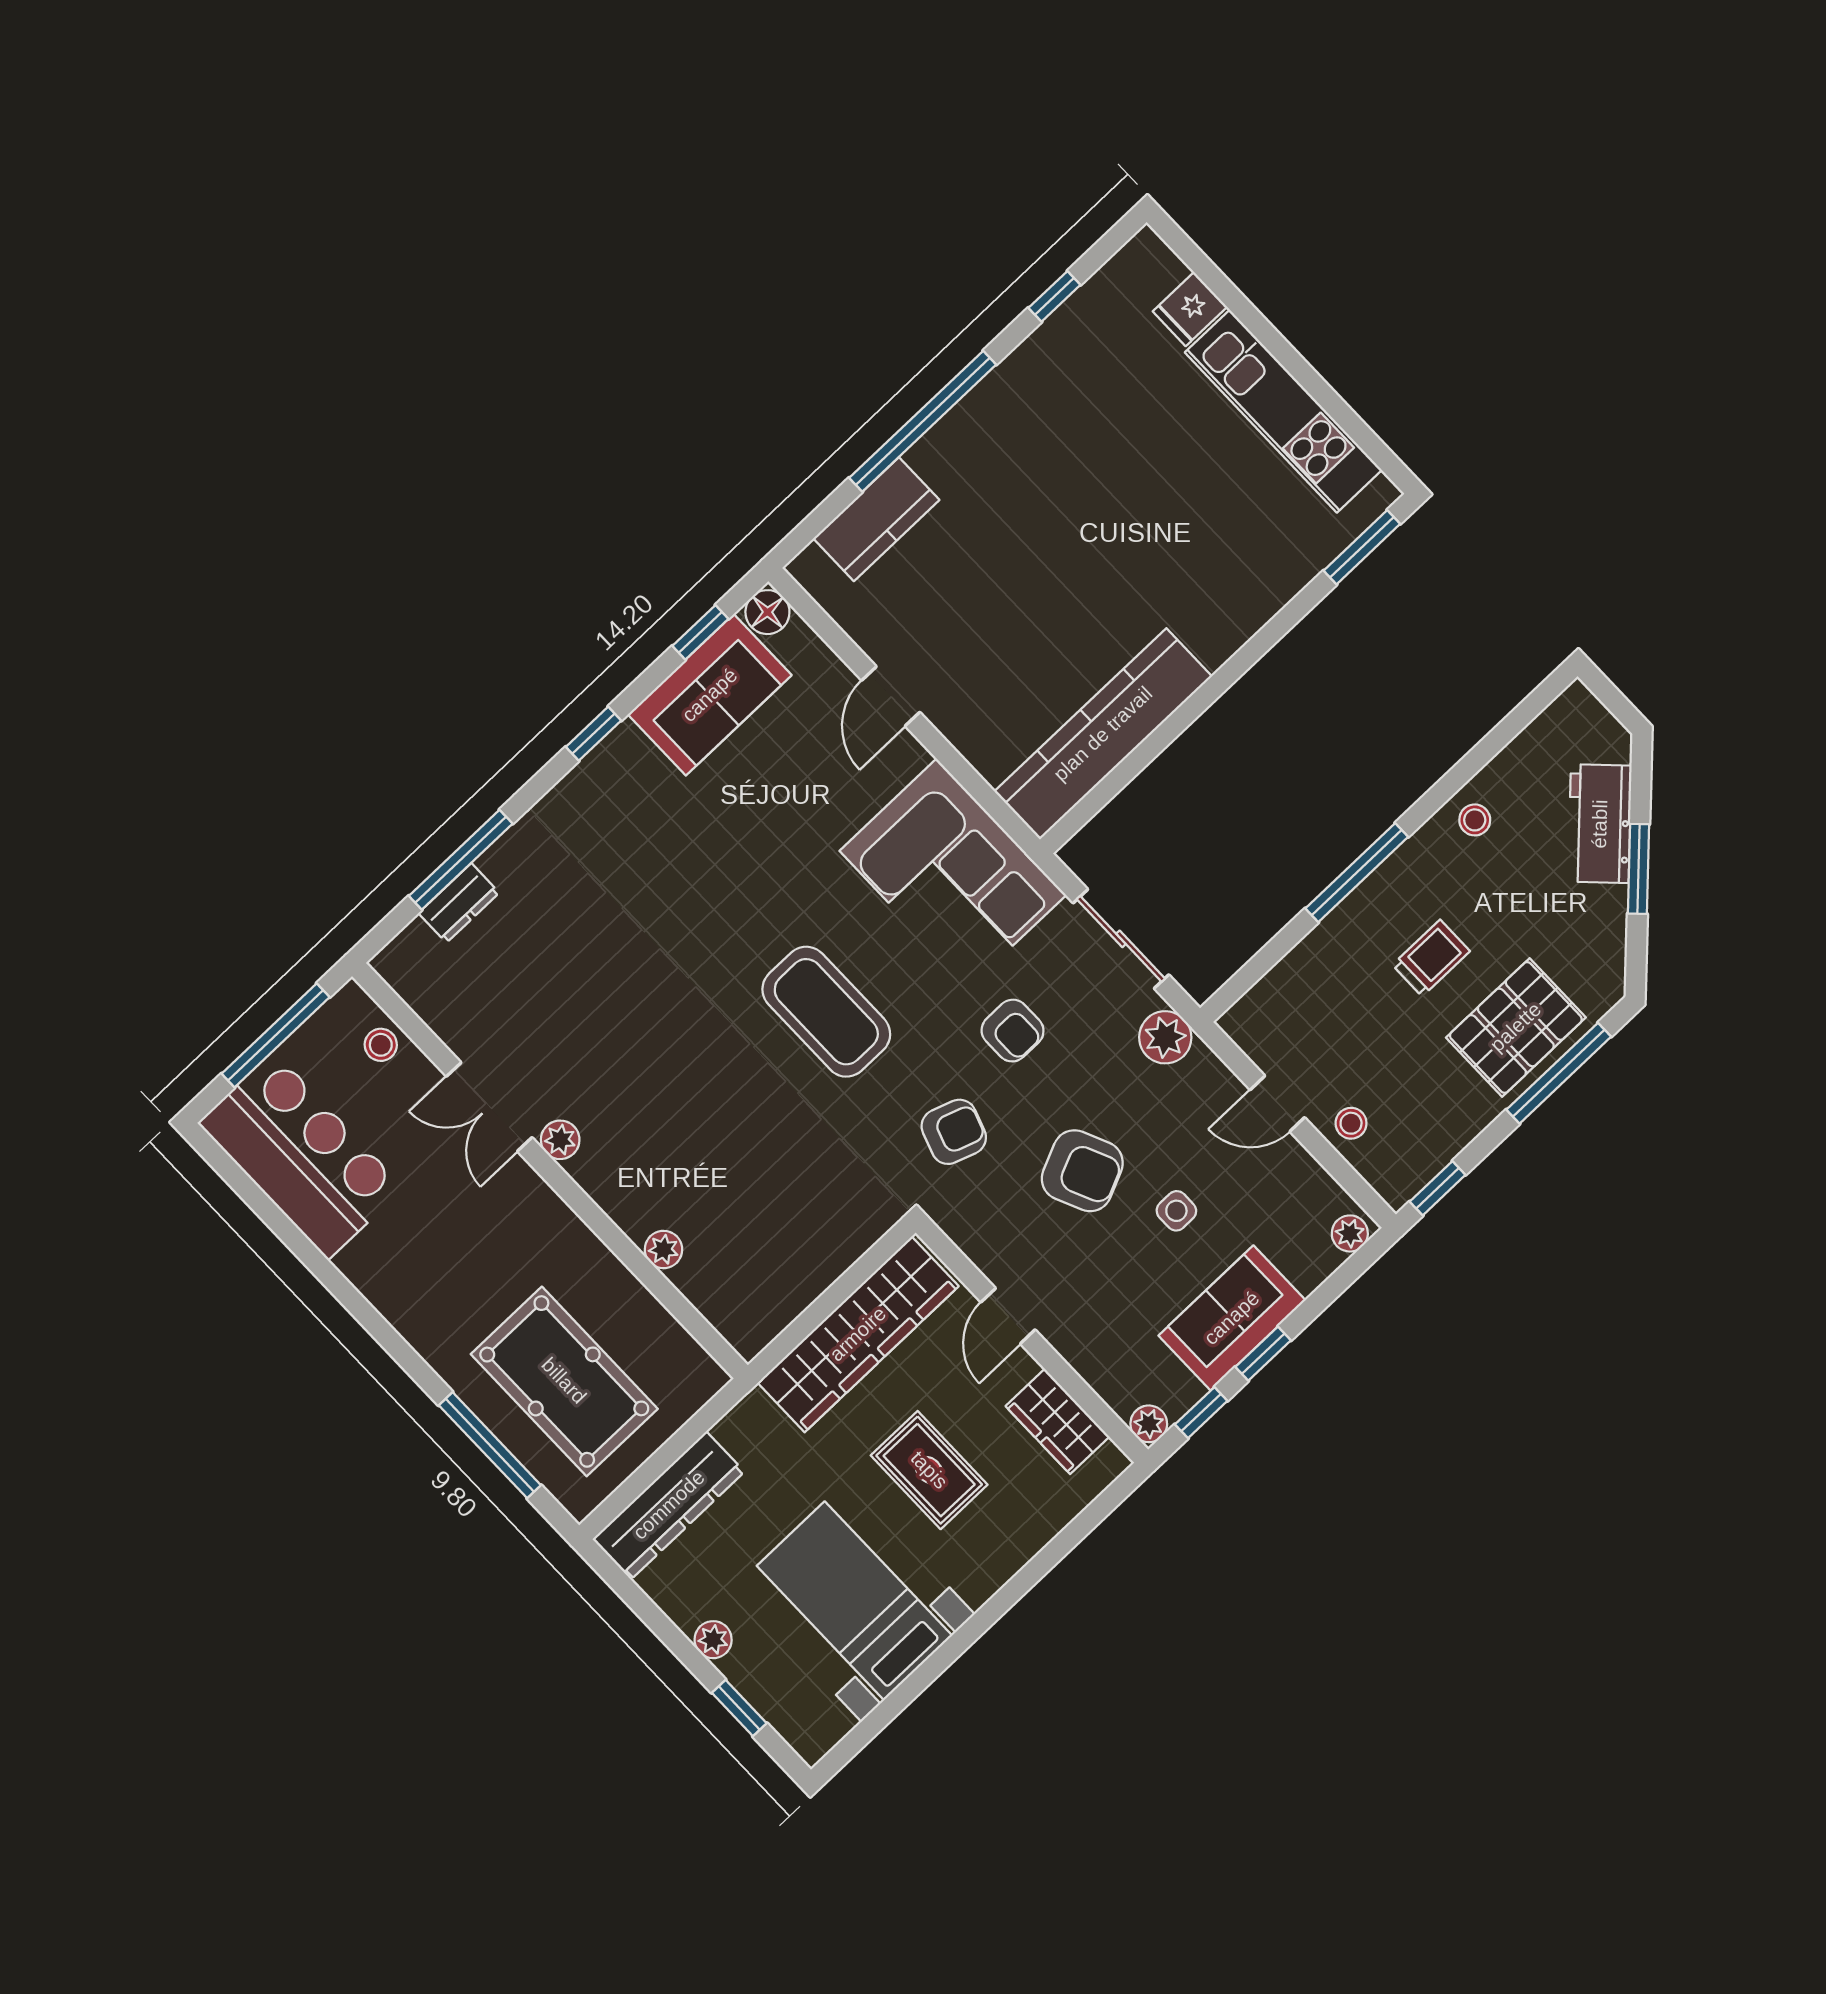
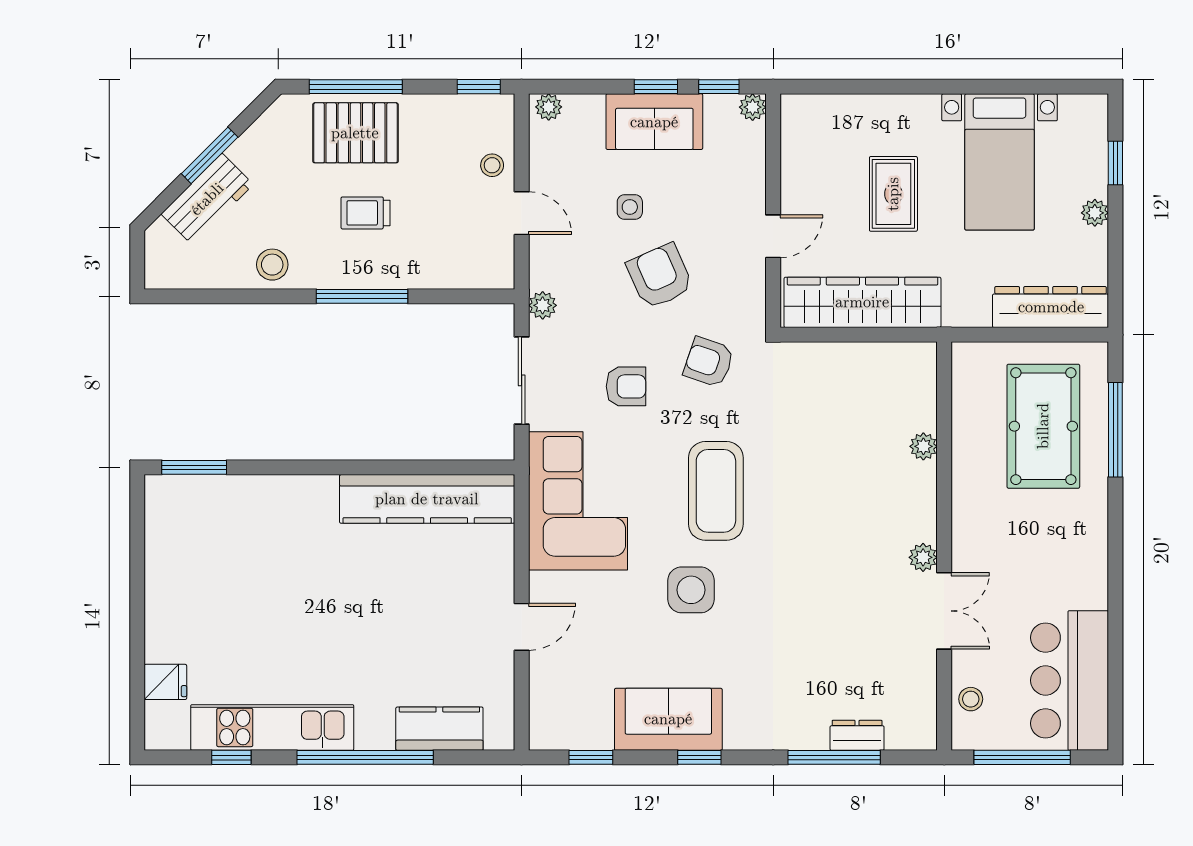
kitchen unit: (1283, 411) -> (272, 727), moved, turned -90
floor lamp: (767, 612) -> (545, 734), removed
sofa: (710, 695) -> (668, 719), moved
stool: (1475, 820) -> (272, 265), width x1.37, depth x1.37
side table: (758, 891) -> (691, 590), added
armchair: (1013, 1031) -> (626, 386), turned 90
plant: (1165, 1037) -> (543, 305), width x0.73, depth x0.73
wardrobe: (1057, 1421) -> (800, 155), removed

